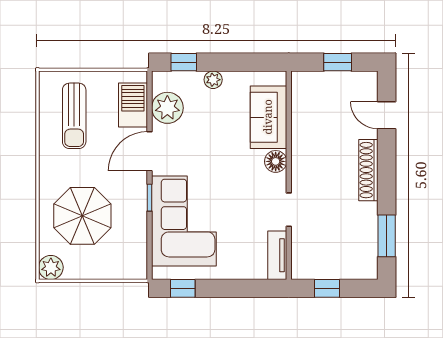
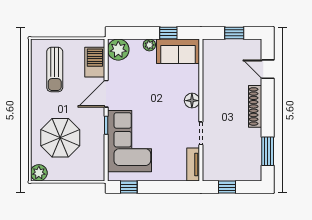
window: (184, 62) -> (168, 33), moved
plant: (167, 108) -> (118, 50), moved
sofa: (268, 117) -> (178, 51), moved, turned -90

